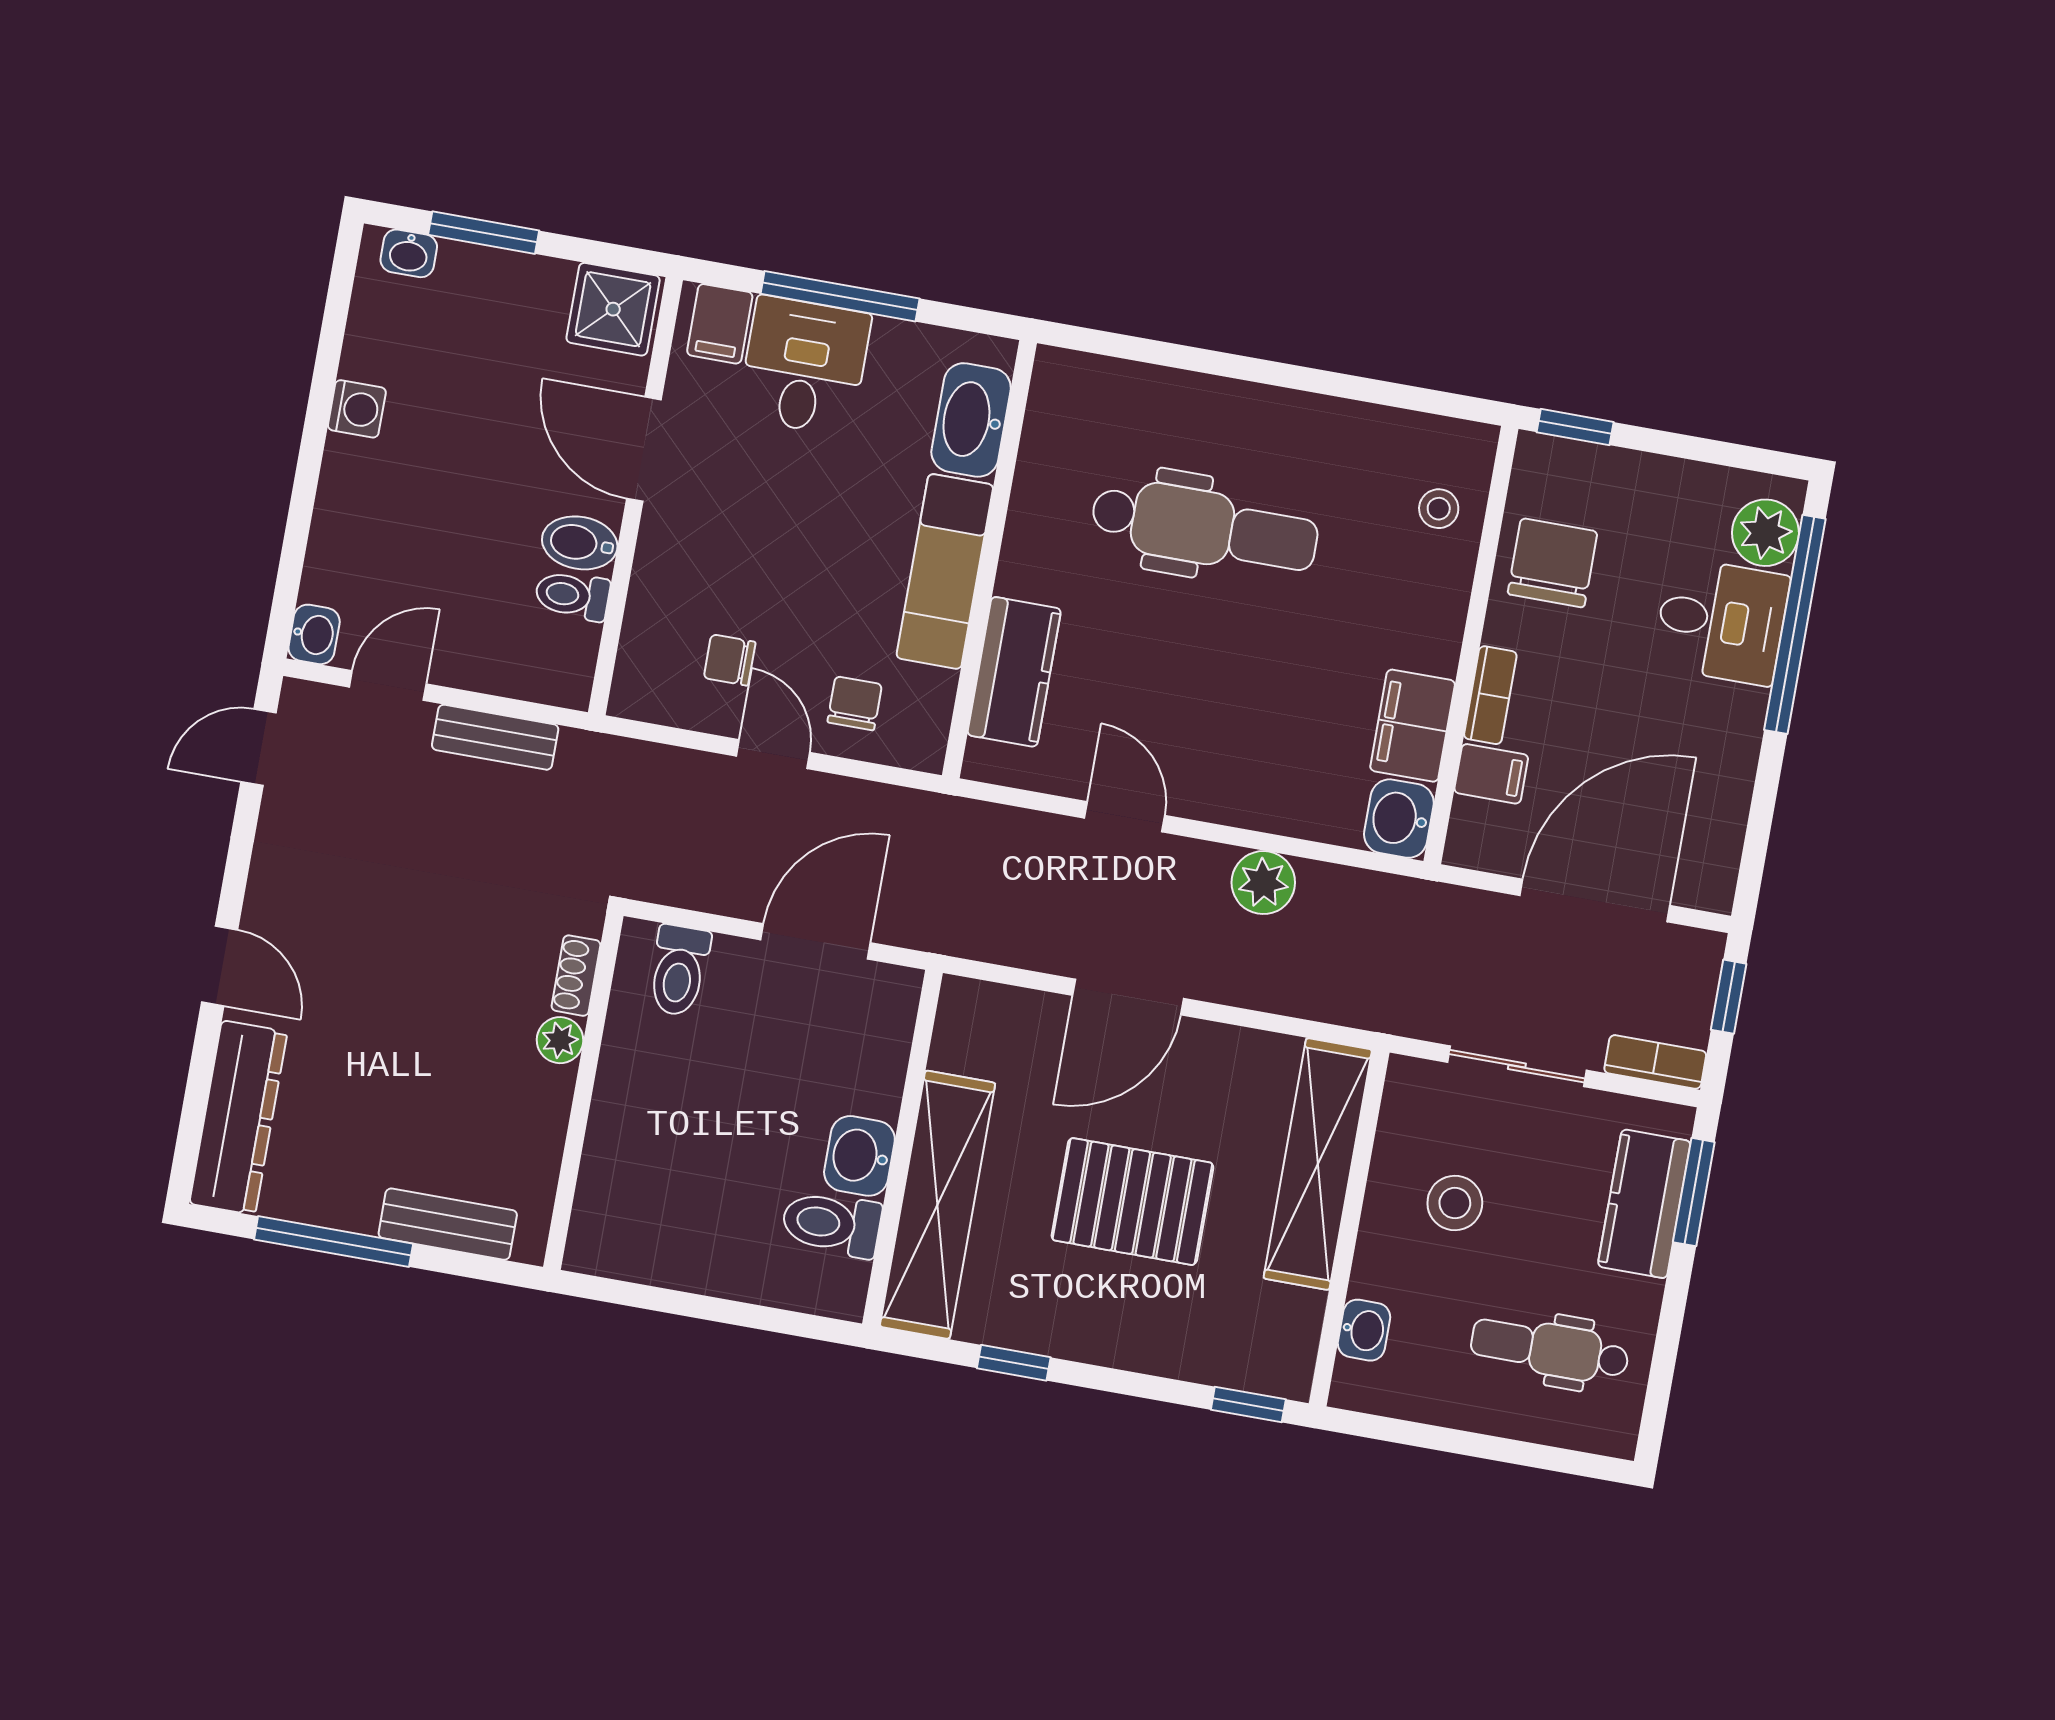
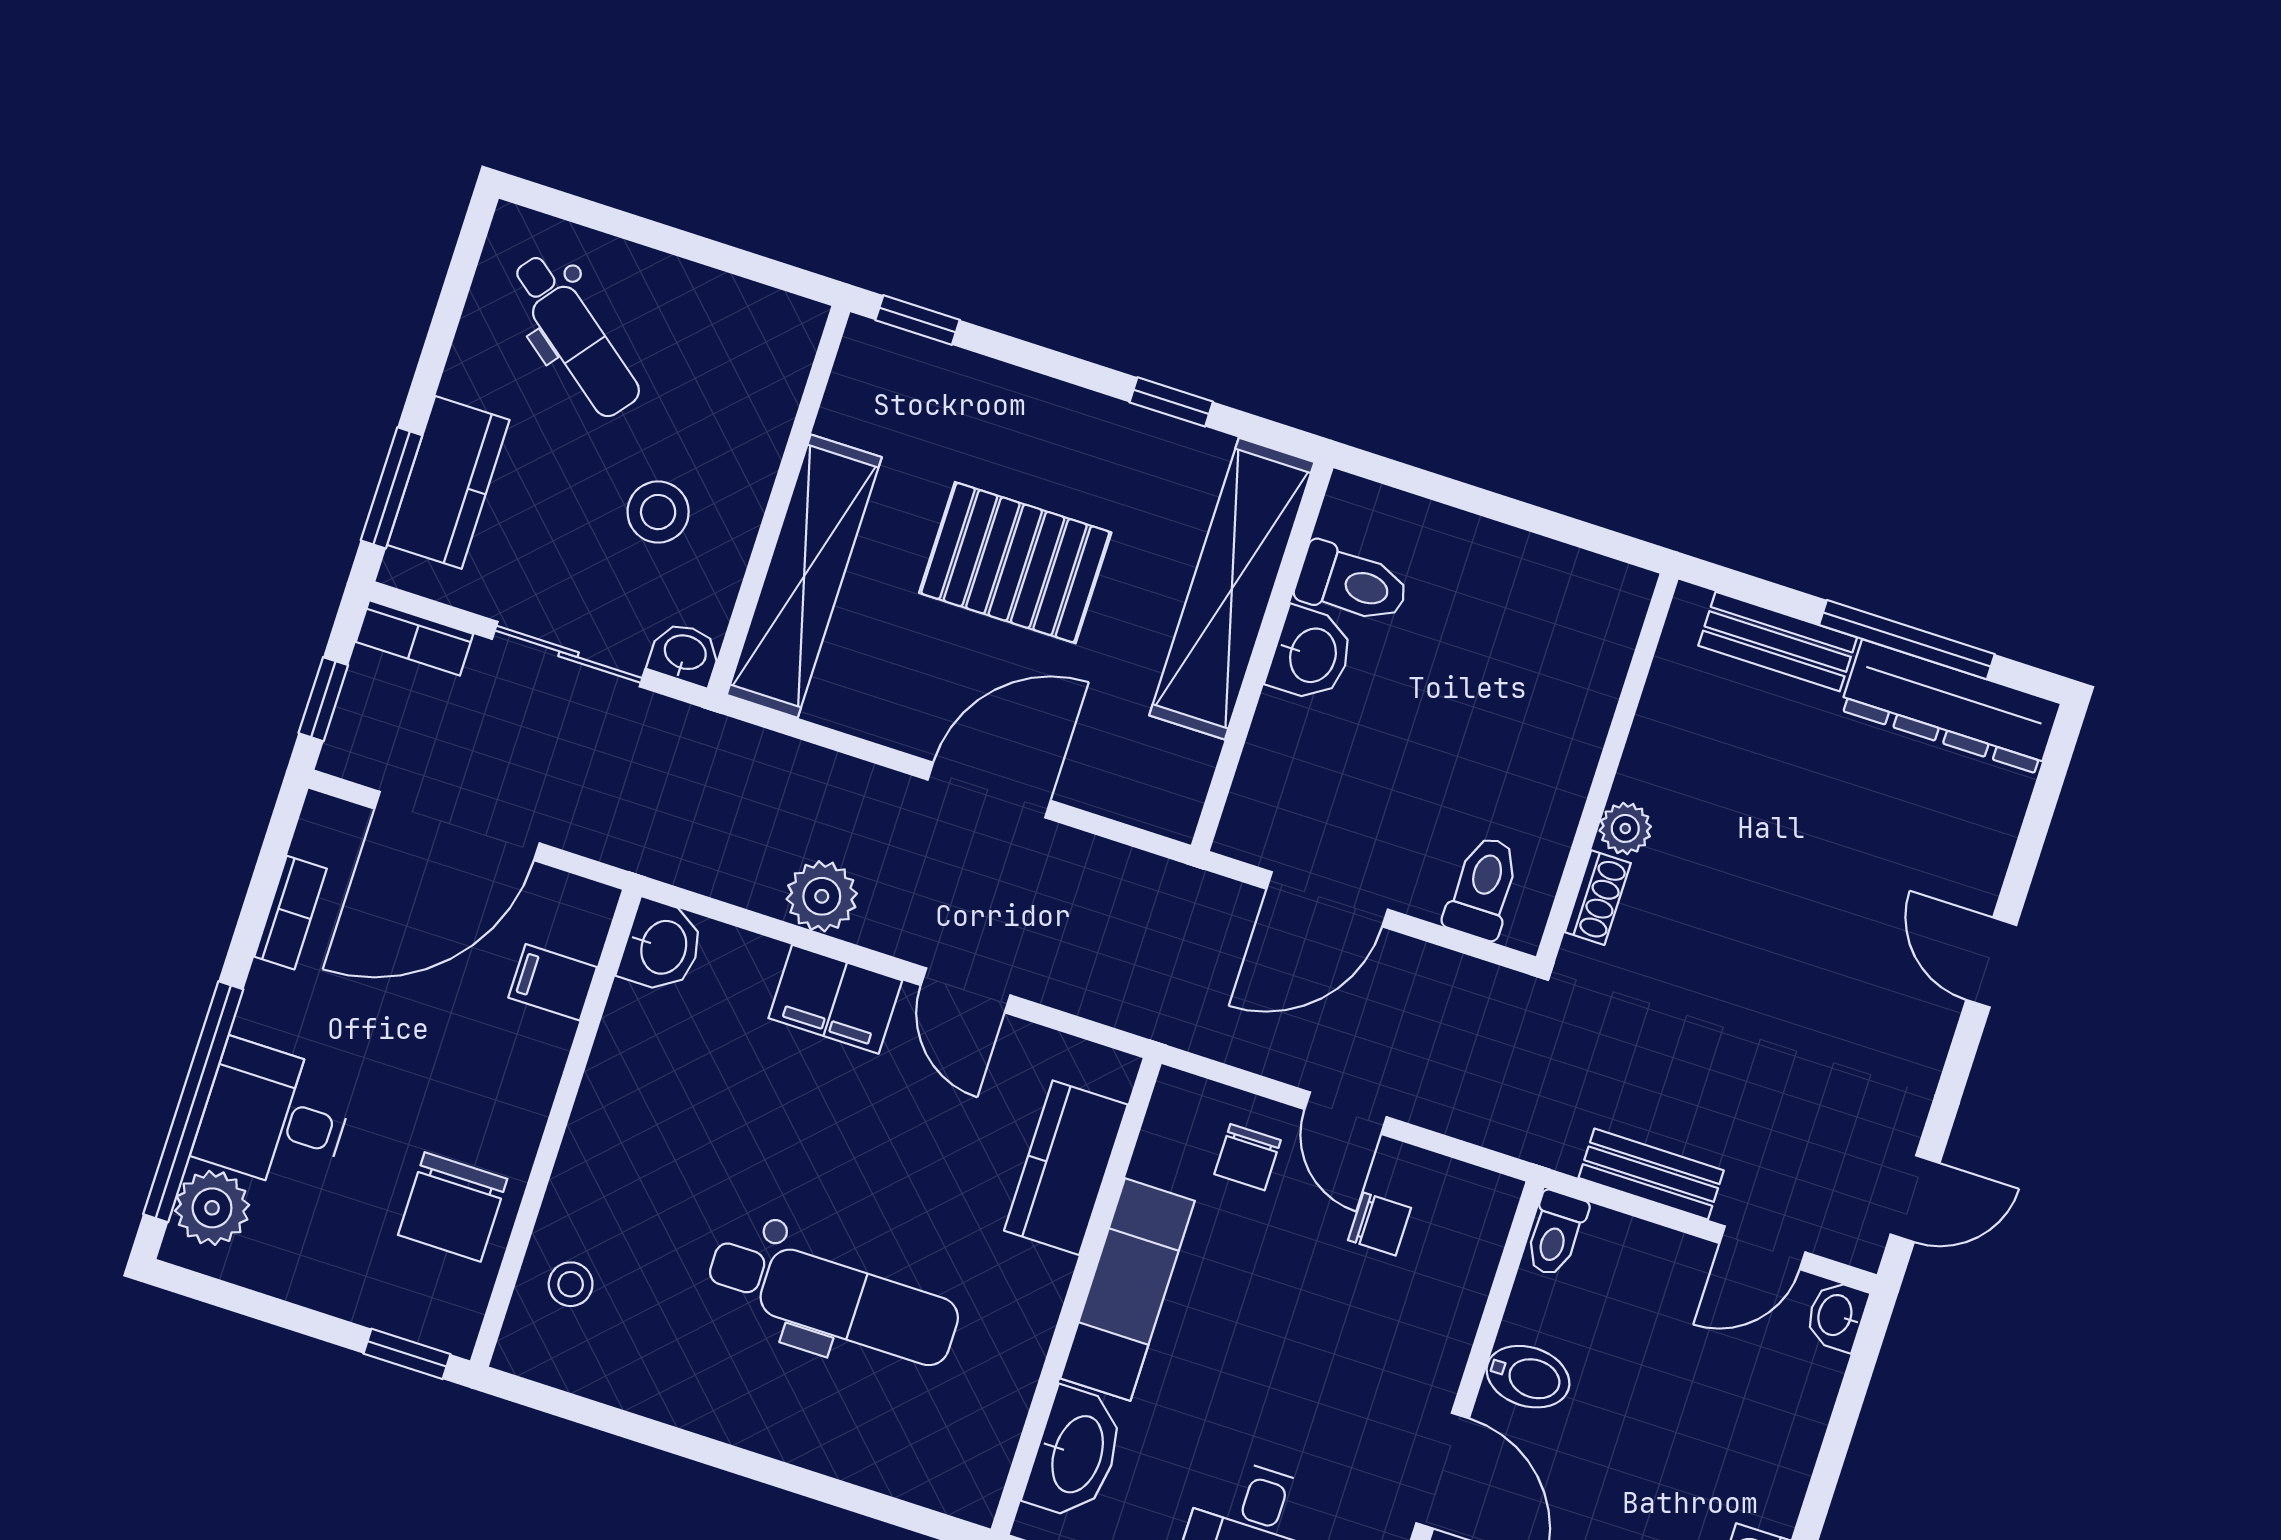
dental chair: (1205, 527) -> (833, 1299), turned 180
toilet: (572, 595) -> (1556, 1234), moved, turned 90
bookcase: (1490, 695) -> (290, 913), moved, turned 180
filing cabinet: (1413, 726) -> (835, 999), moved, turned 90
dresser: (238, 1118) -> (1950, 707), moved, turned -90
washbasin: (1364, 1330) -> (685, 654), moved, turned 90
dental chair: (1550, 1349) -> (575, 335), turned 38

